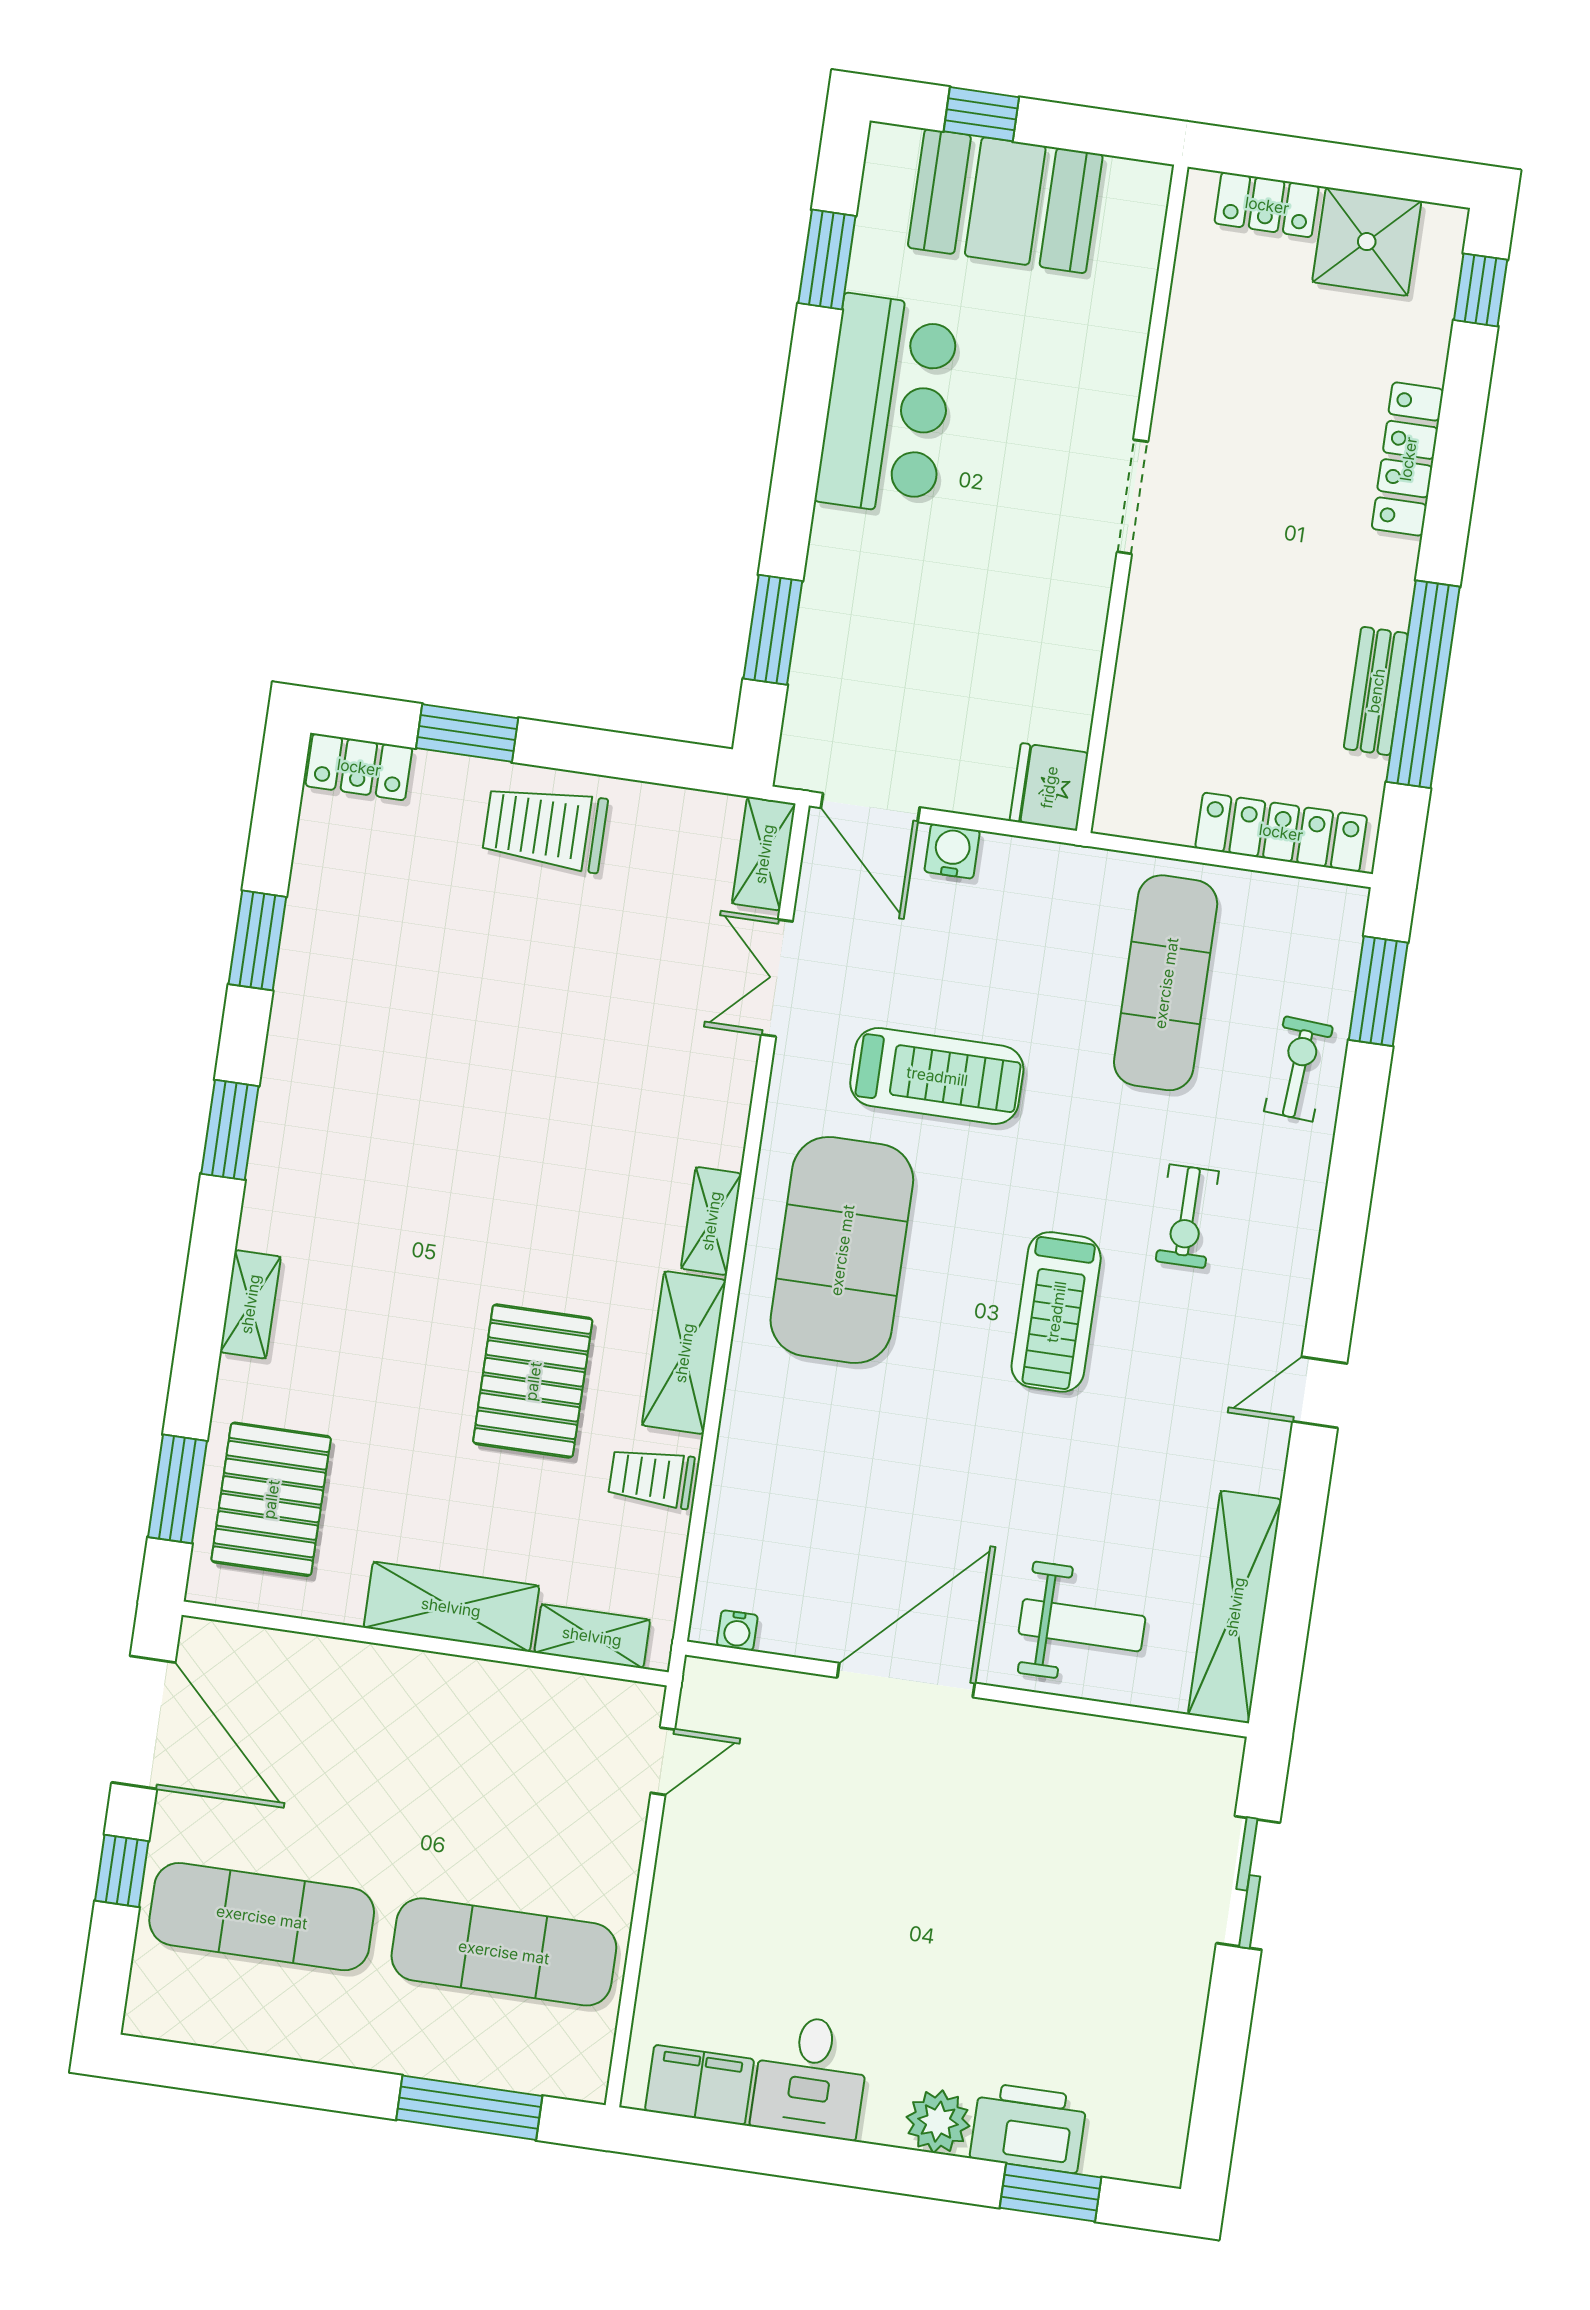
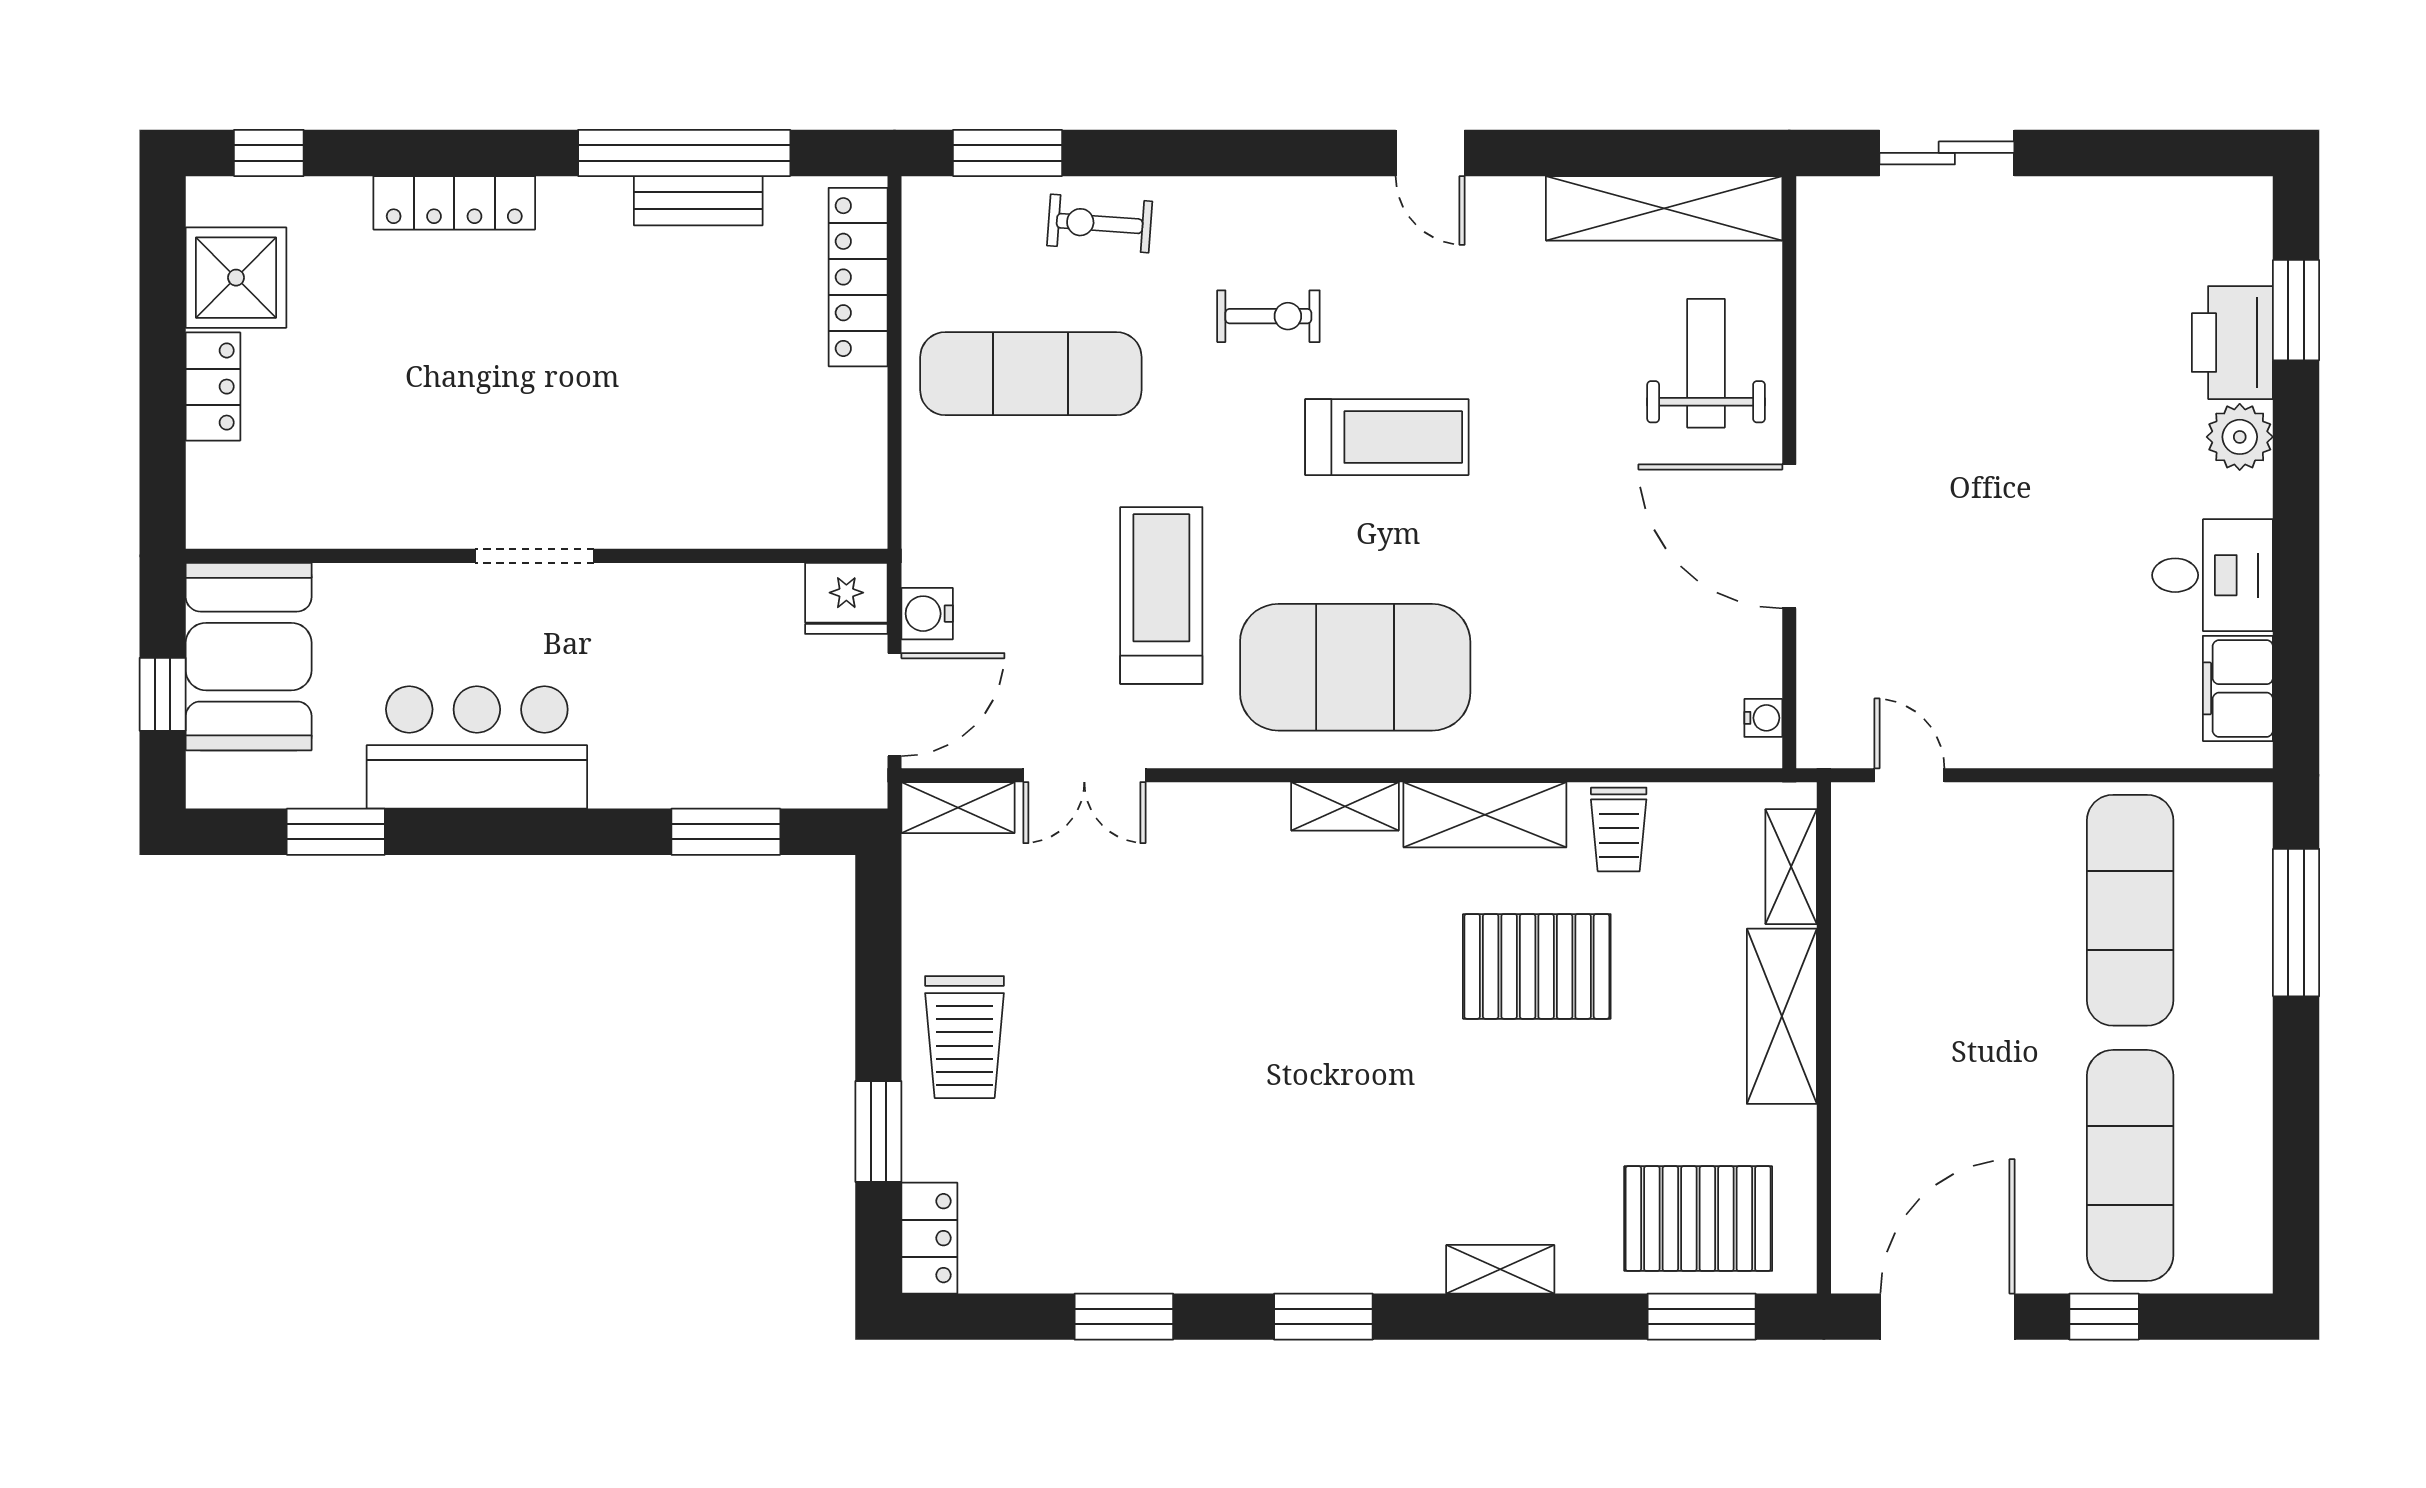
doorway: (1133, 497) -> (535, 556), moved
wall: (1132, 499) -> (537, 556), moved
fridge: (1049, 787) -> (846, 598), moved

